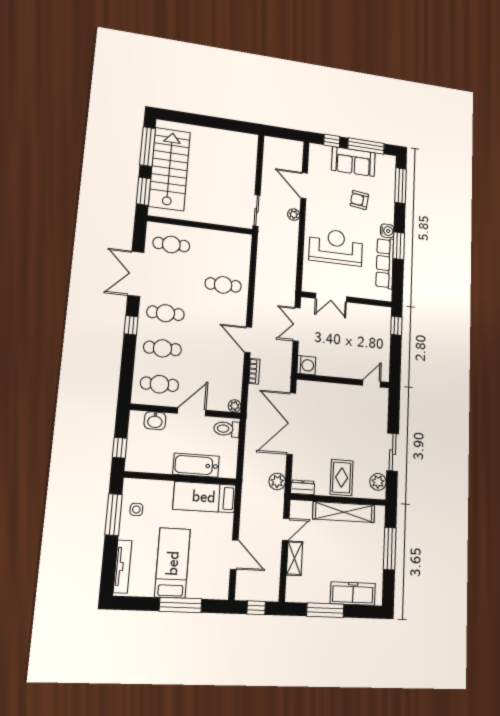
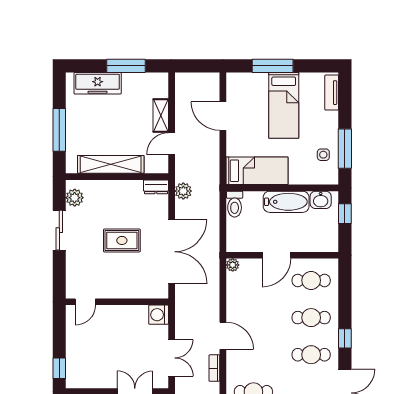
bookcase: (254, 371) -> (214, 368), moved
washbasin: (155, 421) -> (321, 200), moved, turned 180
toilet: (227, 429) -> (235, 204), moved, turned 90
bathtub: (196, 465) -> (286, 202), moved
rug: (342, 478) -> (122, 240), moved, turned 90
tv unit: (123, 567) -> (332, 93), width x0.71
window: (256, 608) -> (197, 66), removed

